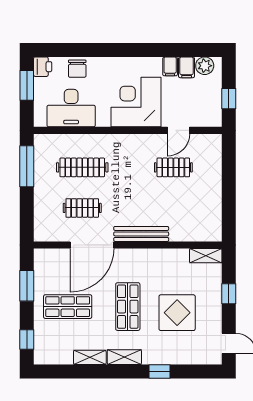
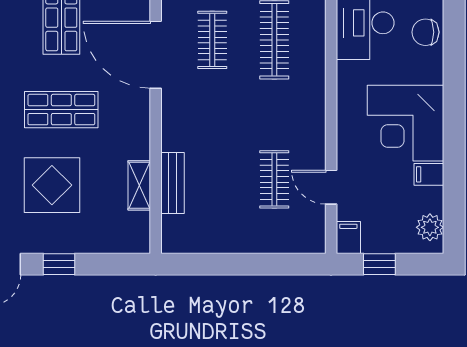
filing cabinet: (187, 67) -> (348, 238), moved, turned 90
corner desk: (136, 102) -> (406, 123), moved, turned 180
bench: (141, 234) -> (173, 183), moved, width x0.73
shelving: (206, 256) -> (139, 185), moved
window: (229, 294) -> (59, 264), moved

